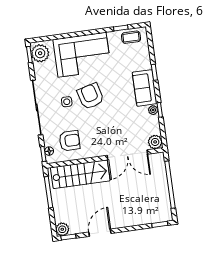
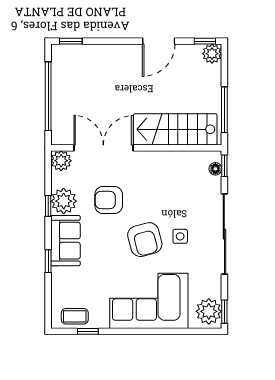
plant: (153, 110) -> (64, 201), width x1.88, depth x1.88
armchair: (69, 141) -> (109, 200), moved

